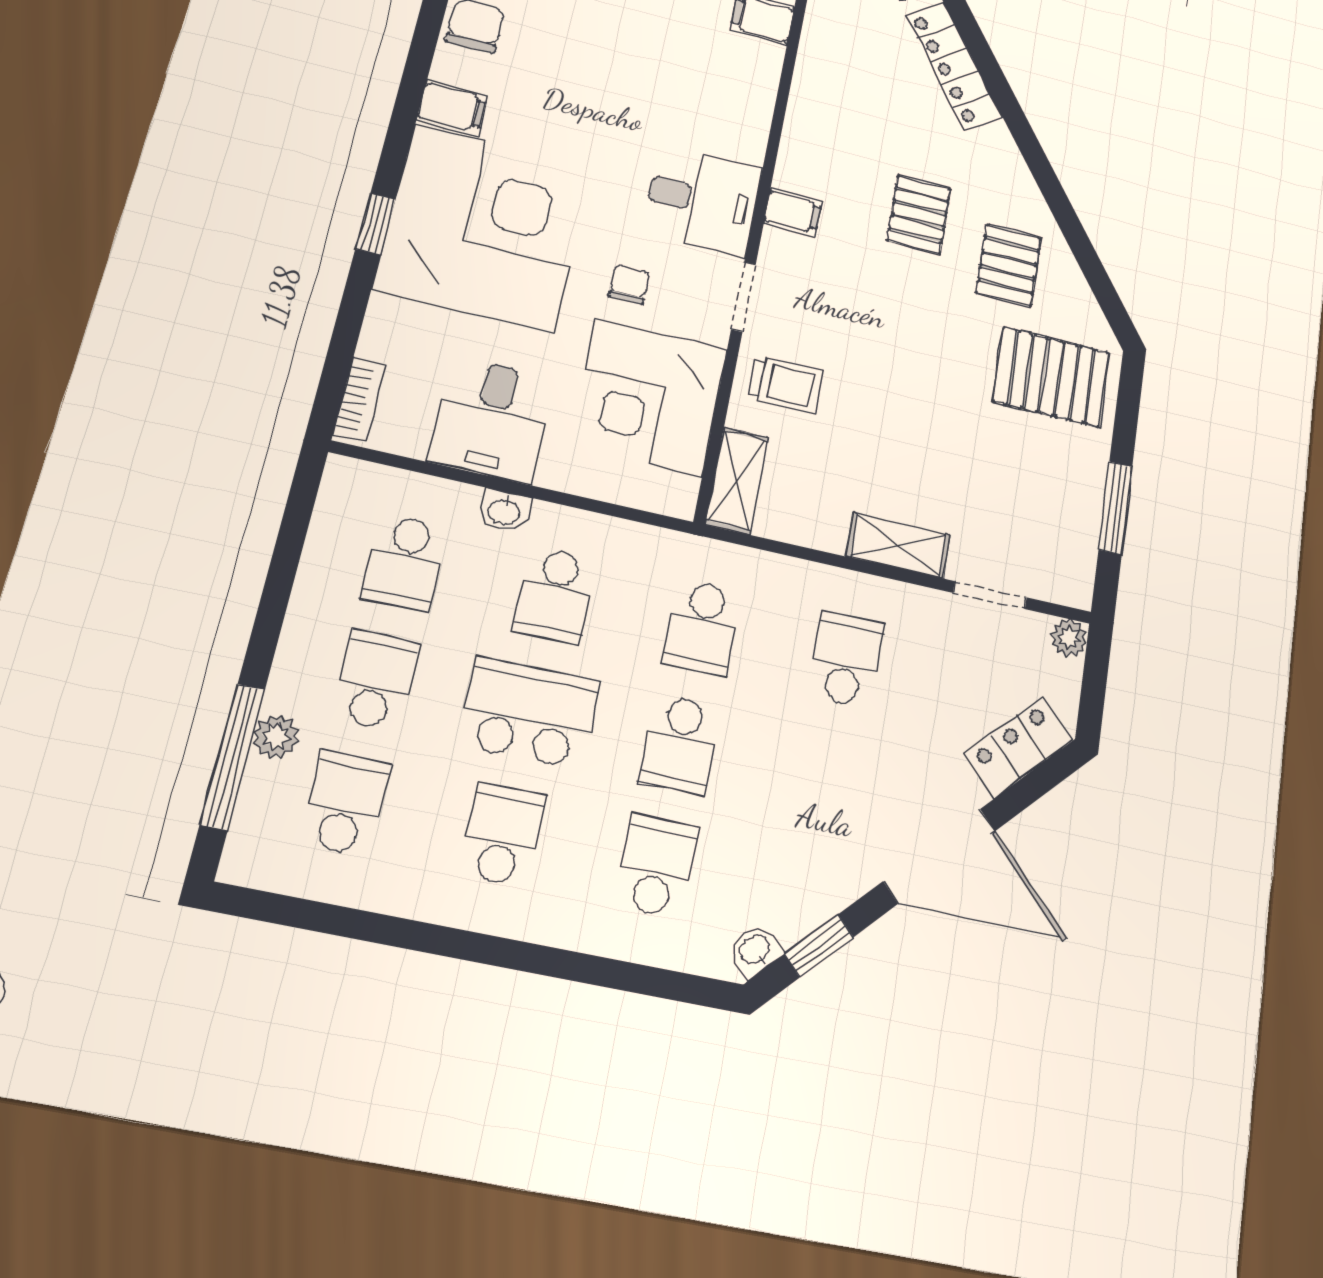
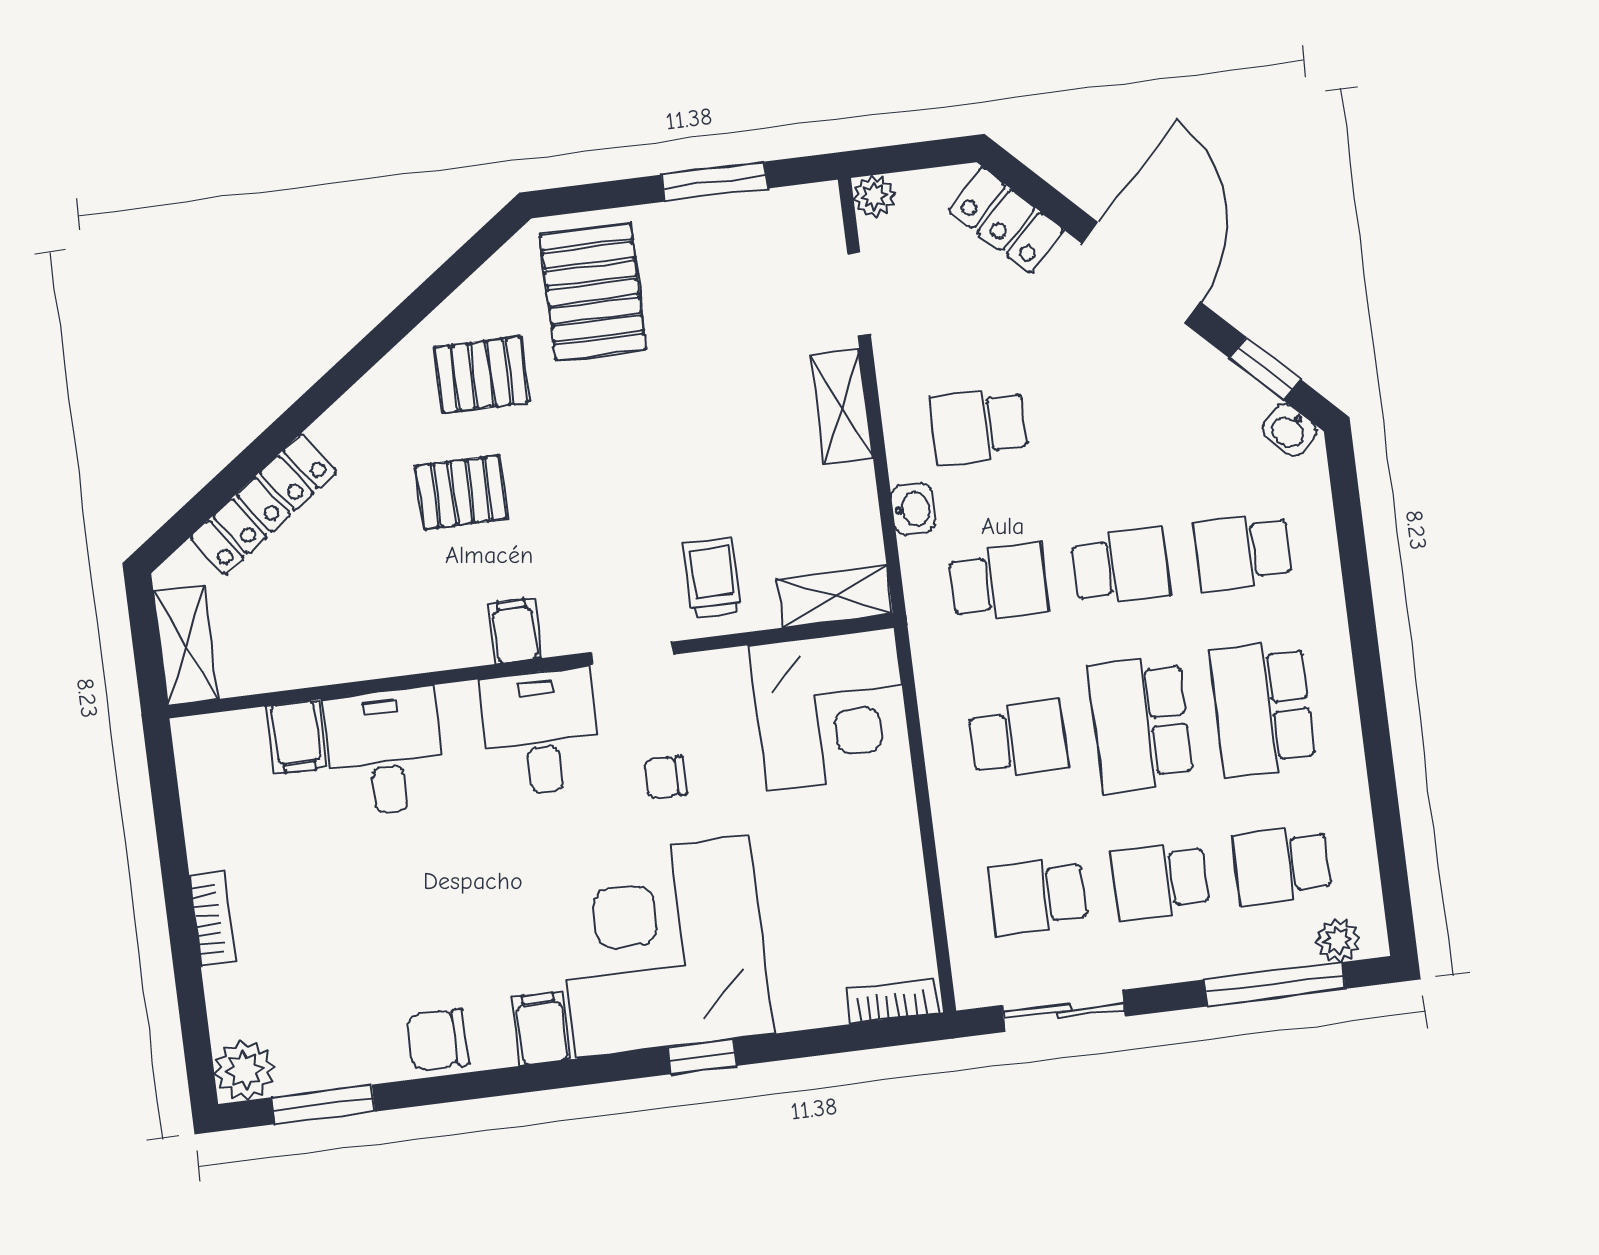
corner desk: (649, 397) -> (831, 709), moved
desk: (492, 420) -> (385, 752), moved, turned -90
washbasin: (504, 511) -> (913, 509), moved
sliding door: (289, 548) -> (1064, 1011), added
school desk: (405, 563) -> (1038, 896), turned 180
plant: (276, 737) -> (1338, 940), moved
school desk: (503, 835) -> (1262, 708), width x1.85

